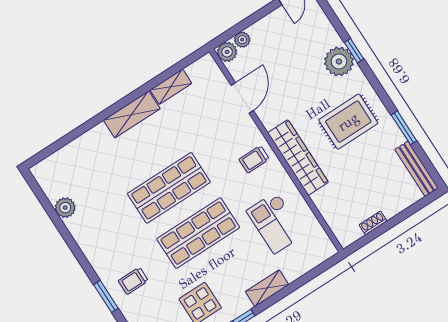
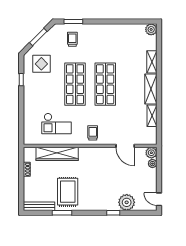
plant: (339, 61) -> (127, 202), moved
rug: (348, 122) -> (68, 192), moved
wardrobe: (298, 158) -> (57, 154), moved
plant: (65, 208) -> (151, 29), moved
checkout: (275, 223) -> (57, 124), turned 180
shelving: (267, 288) -> (152, 62), moved

